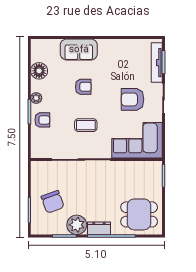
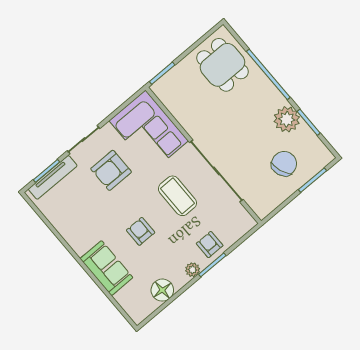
armchair: (133, 99) -> (111, 170), turned 90
coffee table: (86, 125) -> (177, 196), width x1.36, depth x1.30
dresser: (99, 228) -> (271, 94), removed

